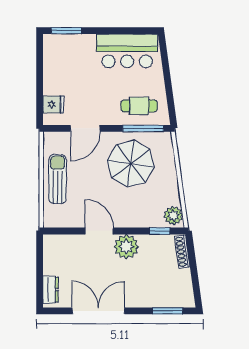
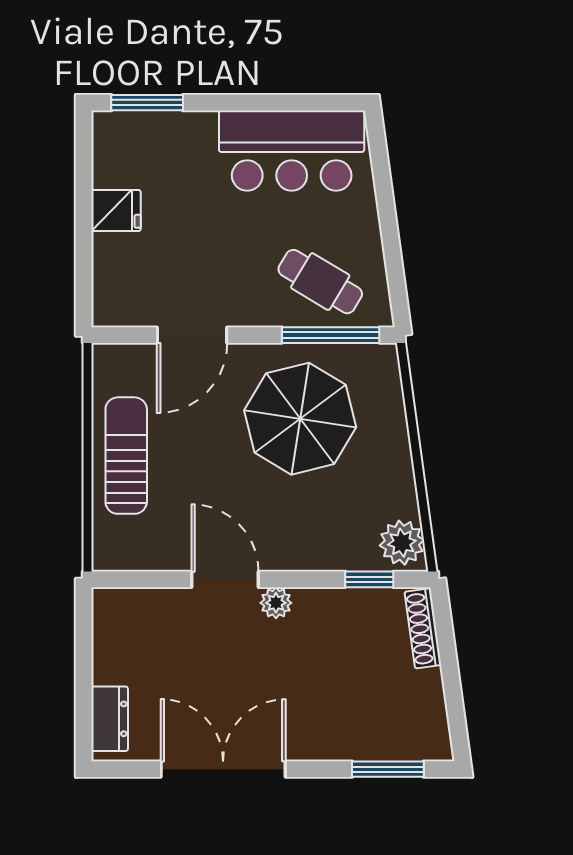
fridge: (53, 105) -> (116, 210), moved
cafe table: (139, 106) -> (320, 282), turned 31
plant: (126, 247) -> (276, 603), width x0.53, depth x0.53

